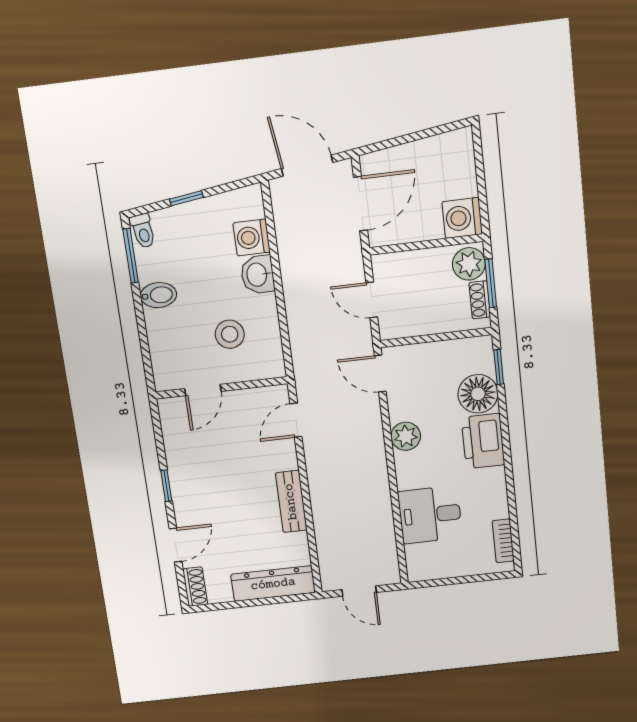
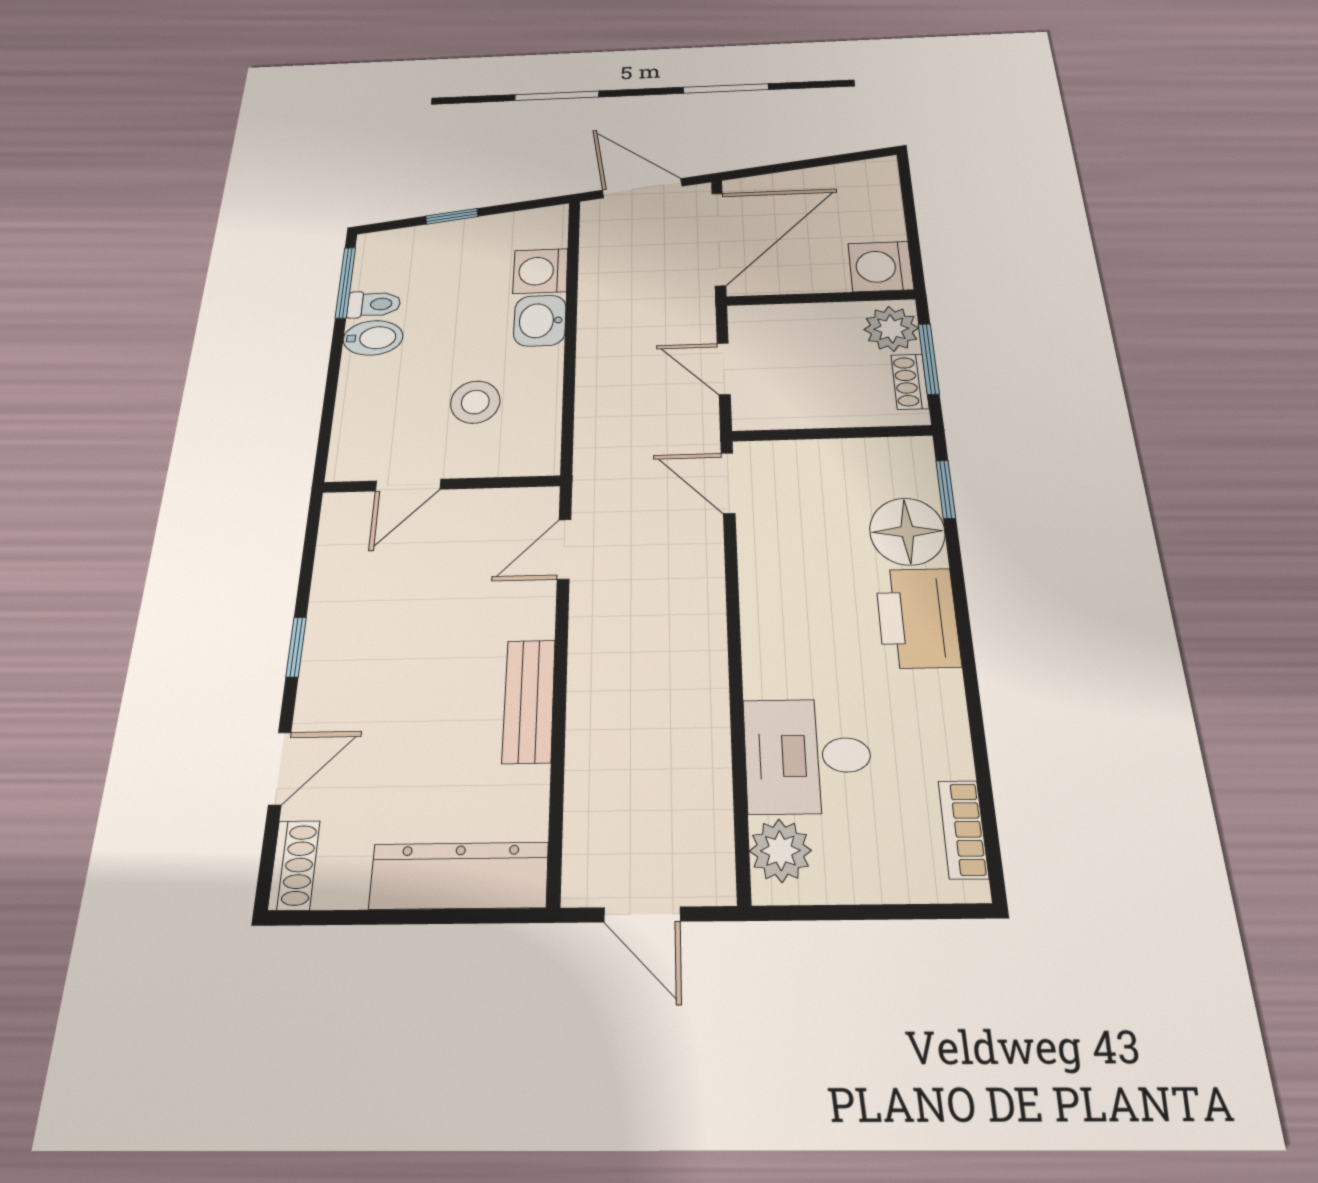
door: (361, 204) -> (719, 239), width x1.36
toilet: (143, 231) -> (374, 304), moved, turned -82
plant: (406, 436) -> (780, 851), moved

